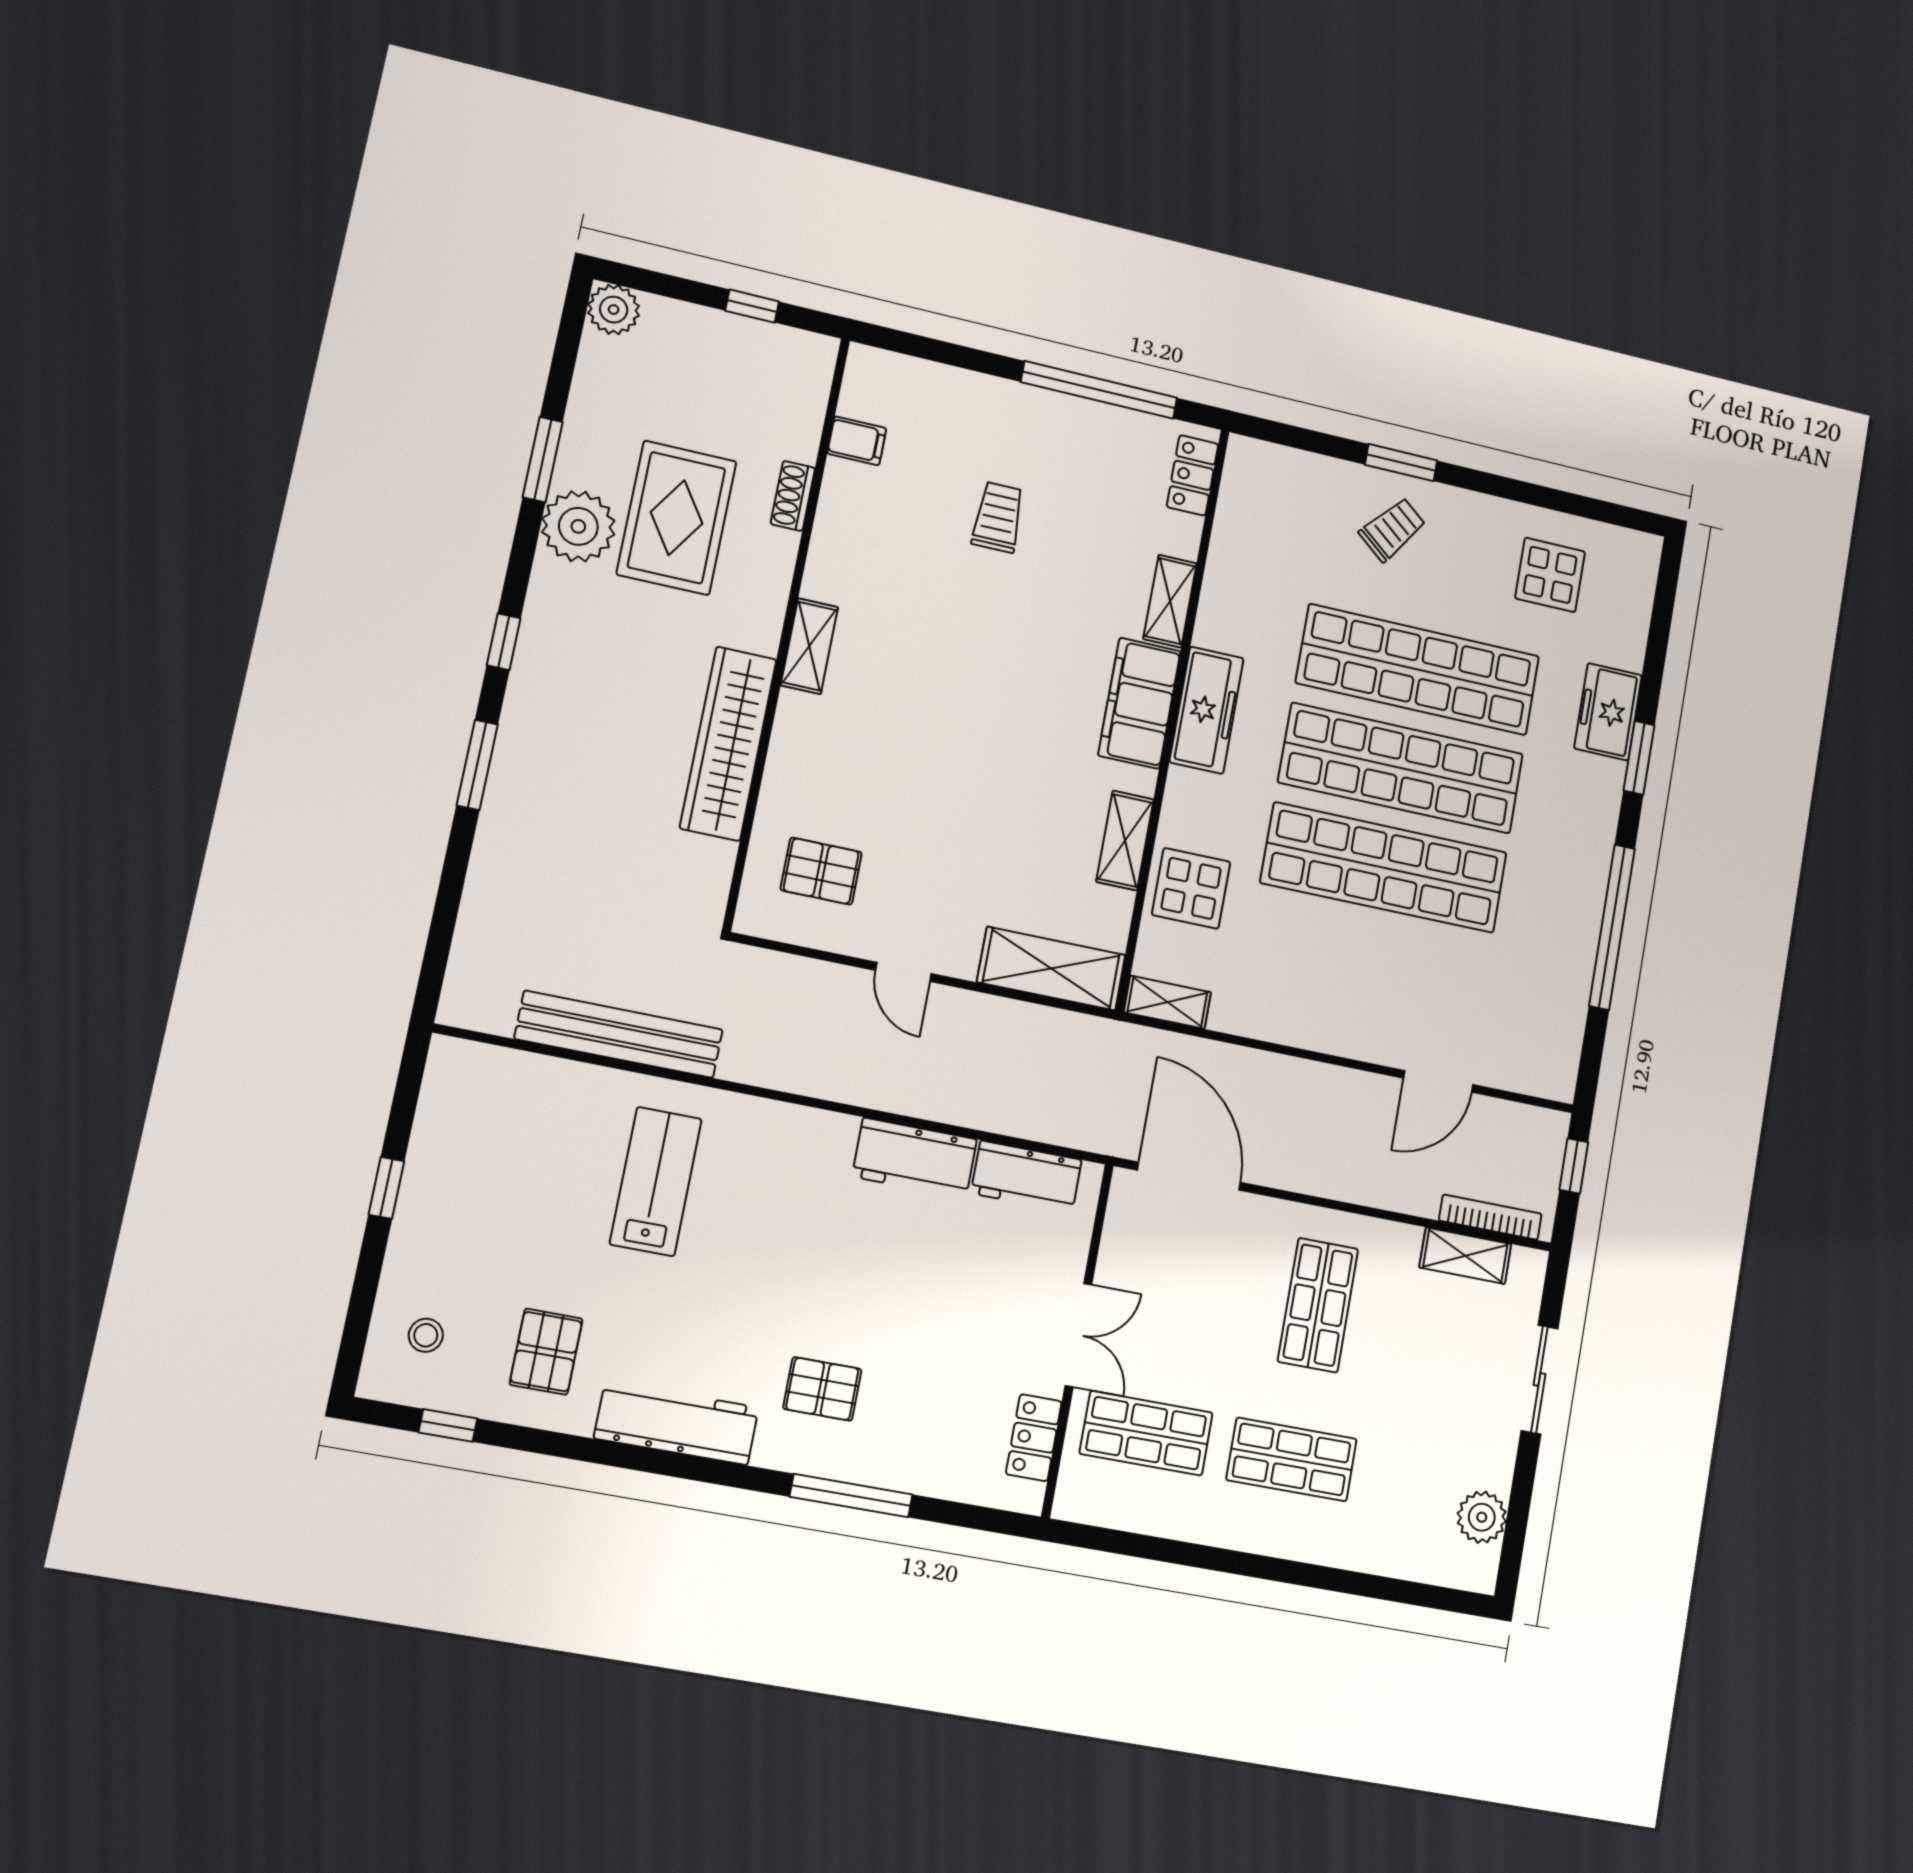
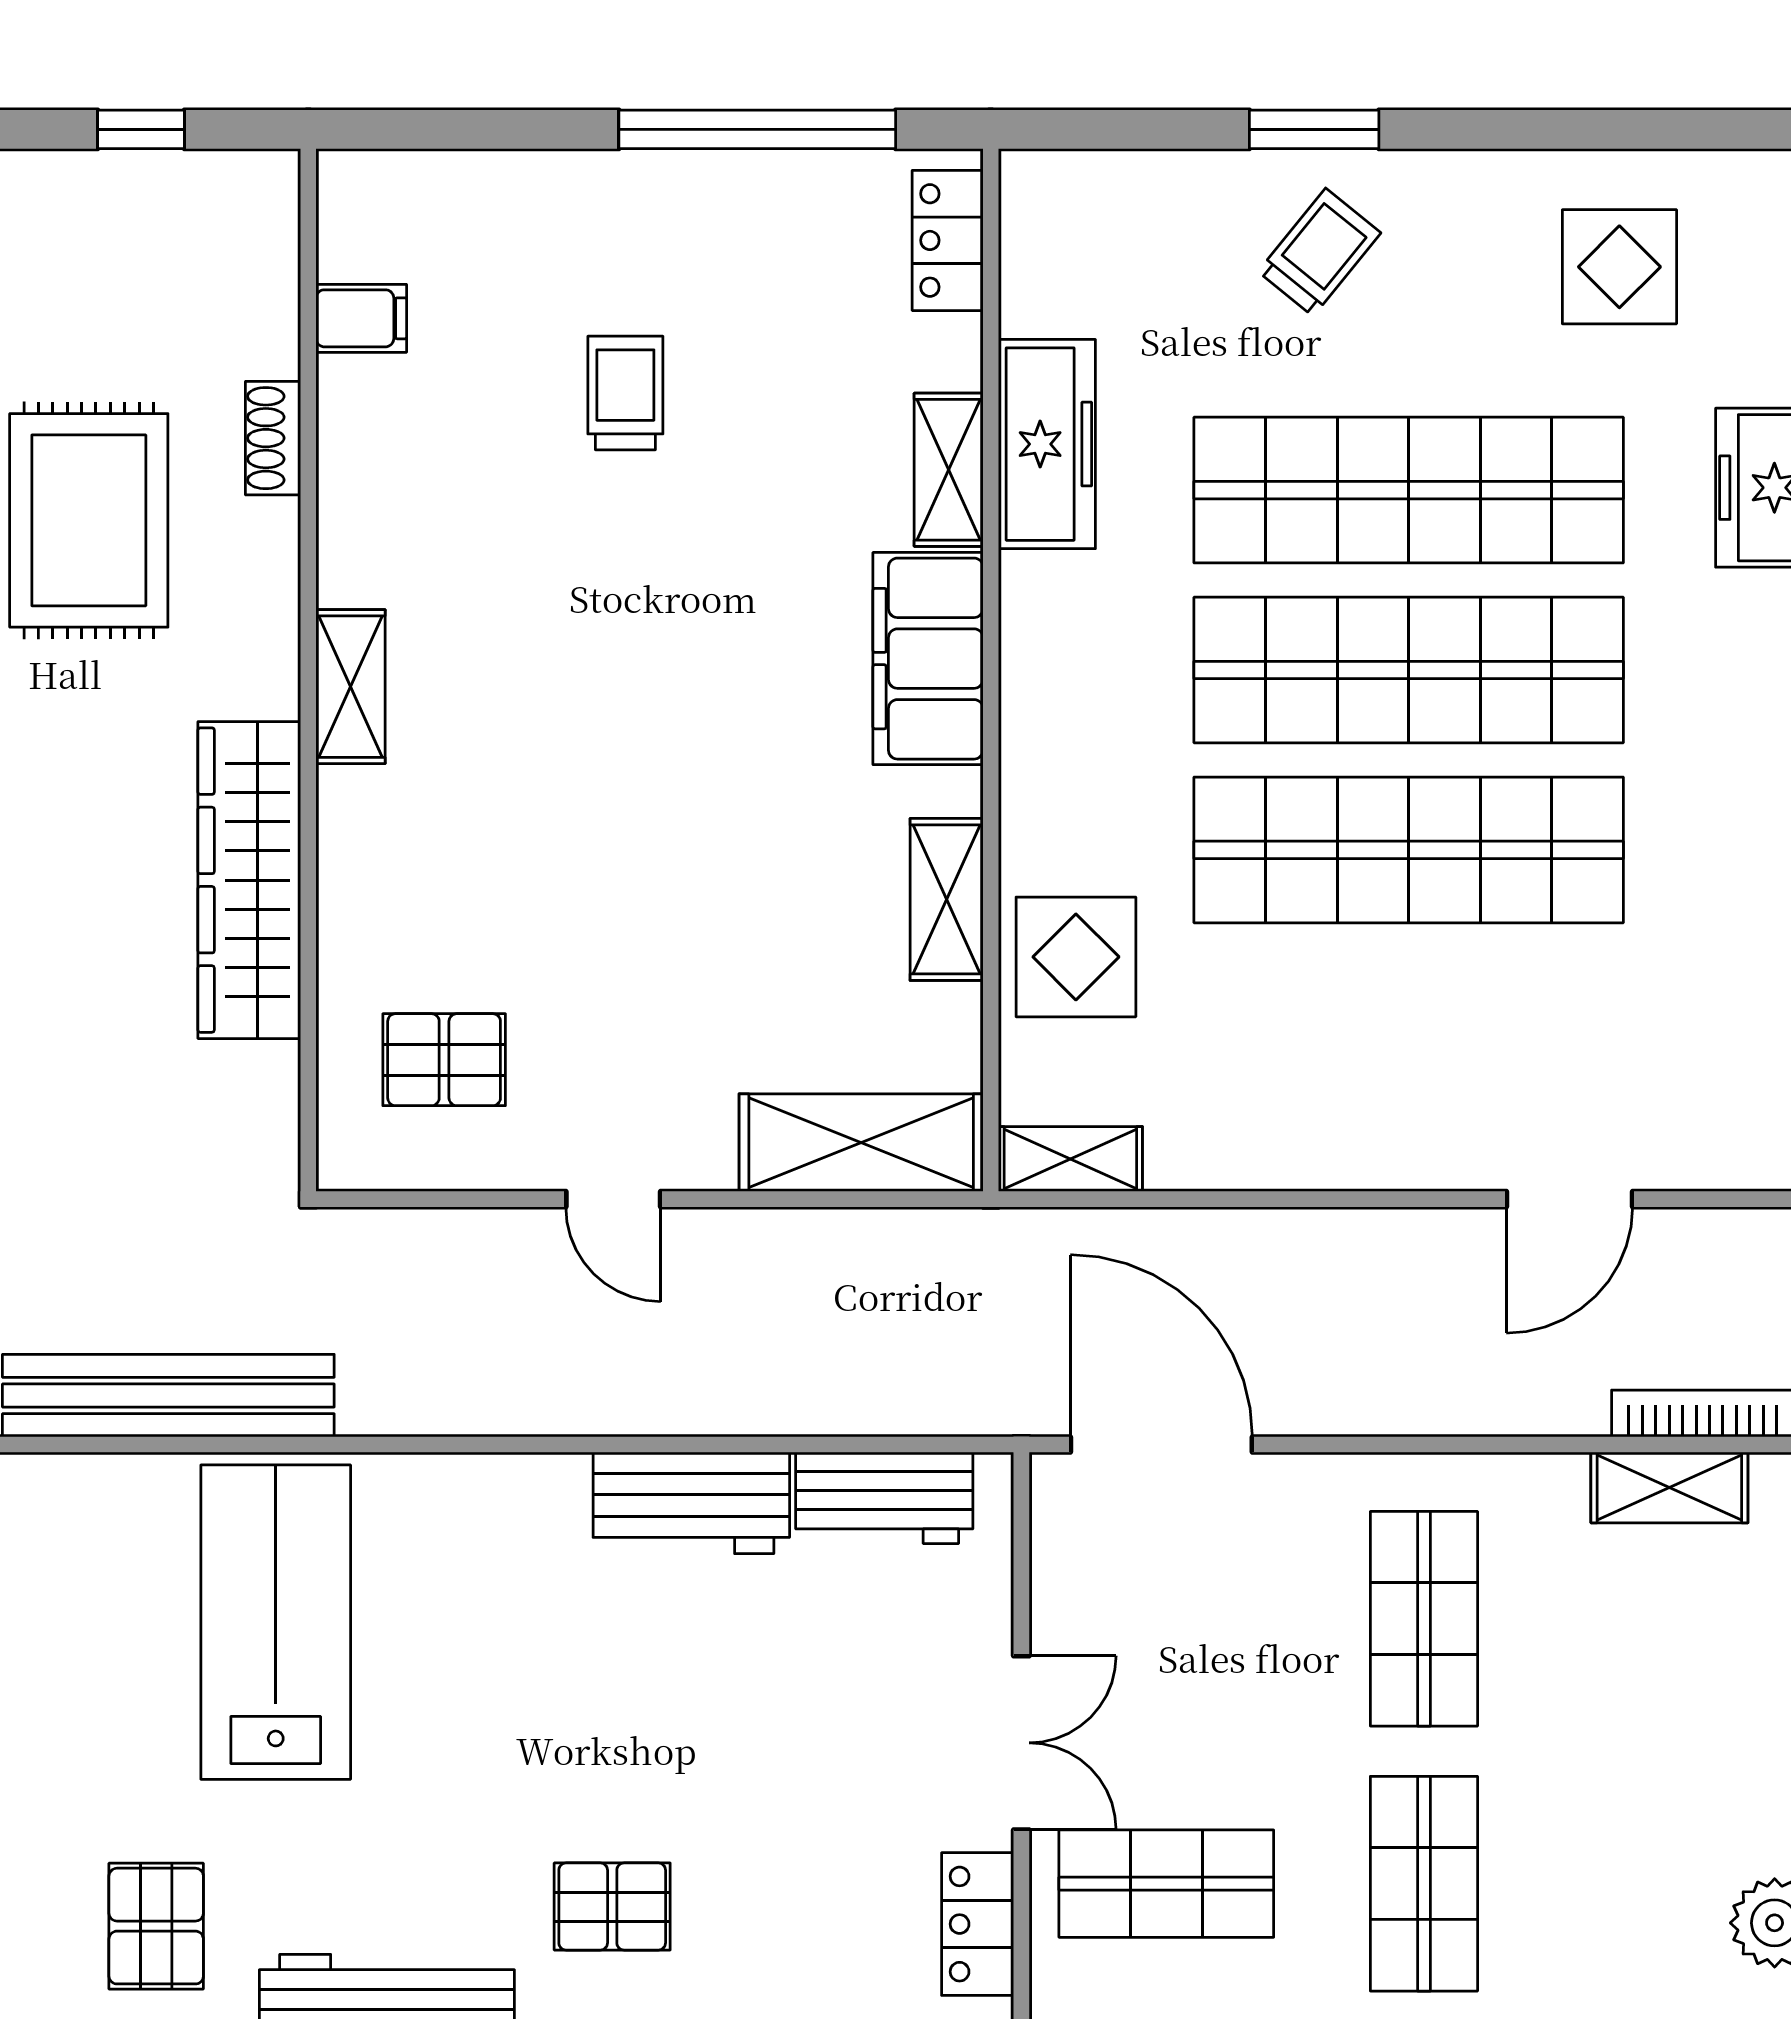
freezer: (1207, 710) -> (1047, 444), moved
lab bench: (656, 1181) -> (276, 1622), width x1.36, depth x1.39
shop shelf: (1292, 1459) -> (1424, 1884), turned 90

